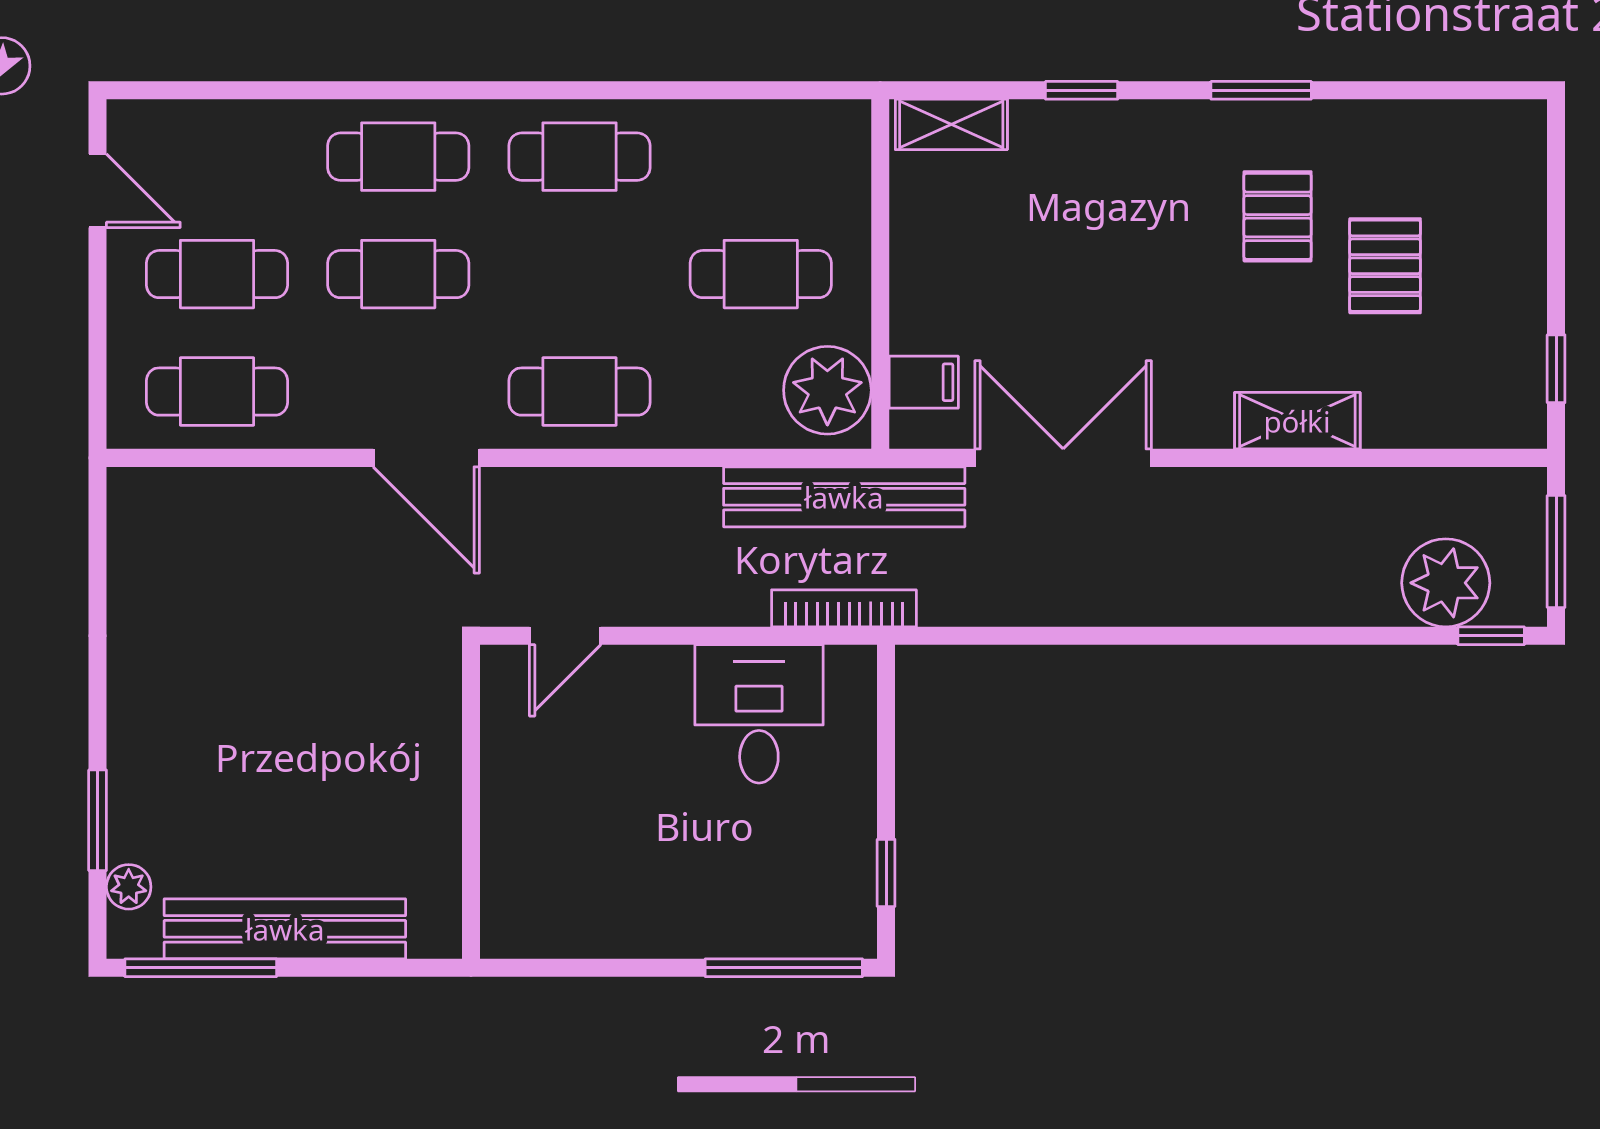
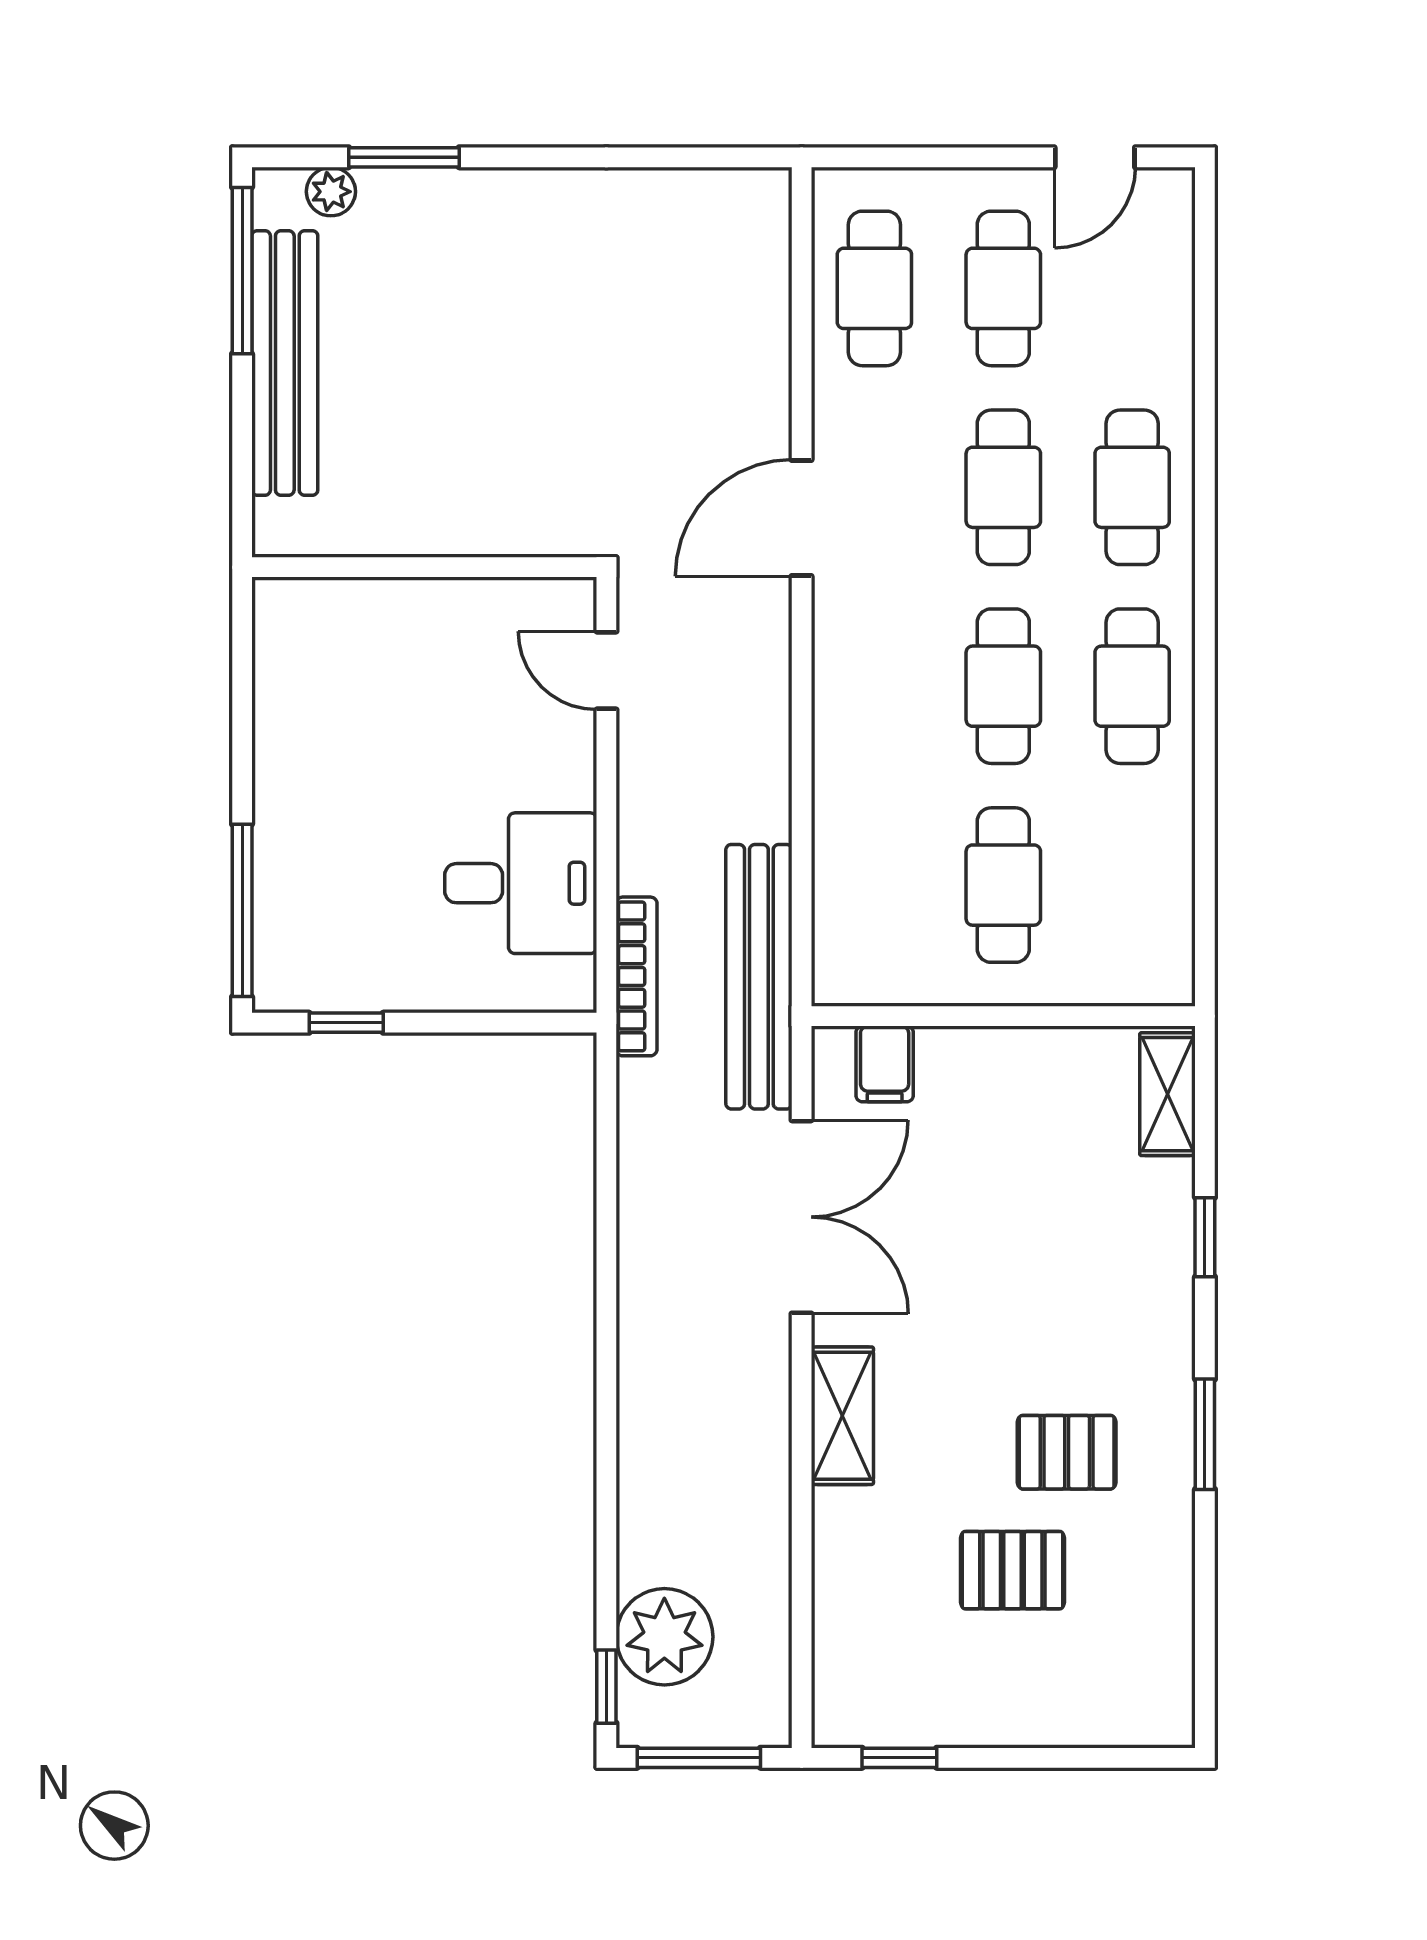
plant: (827, 390) -> (876, 958), removed
cafe table: (579, 392) -> (1003, 686), moved
shelving: (1297, 421) -> (842, 1416), moved

